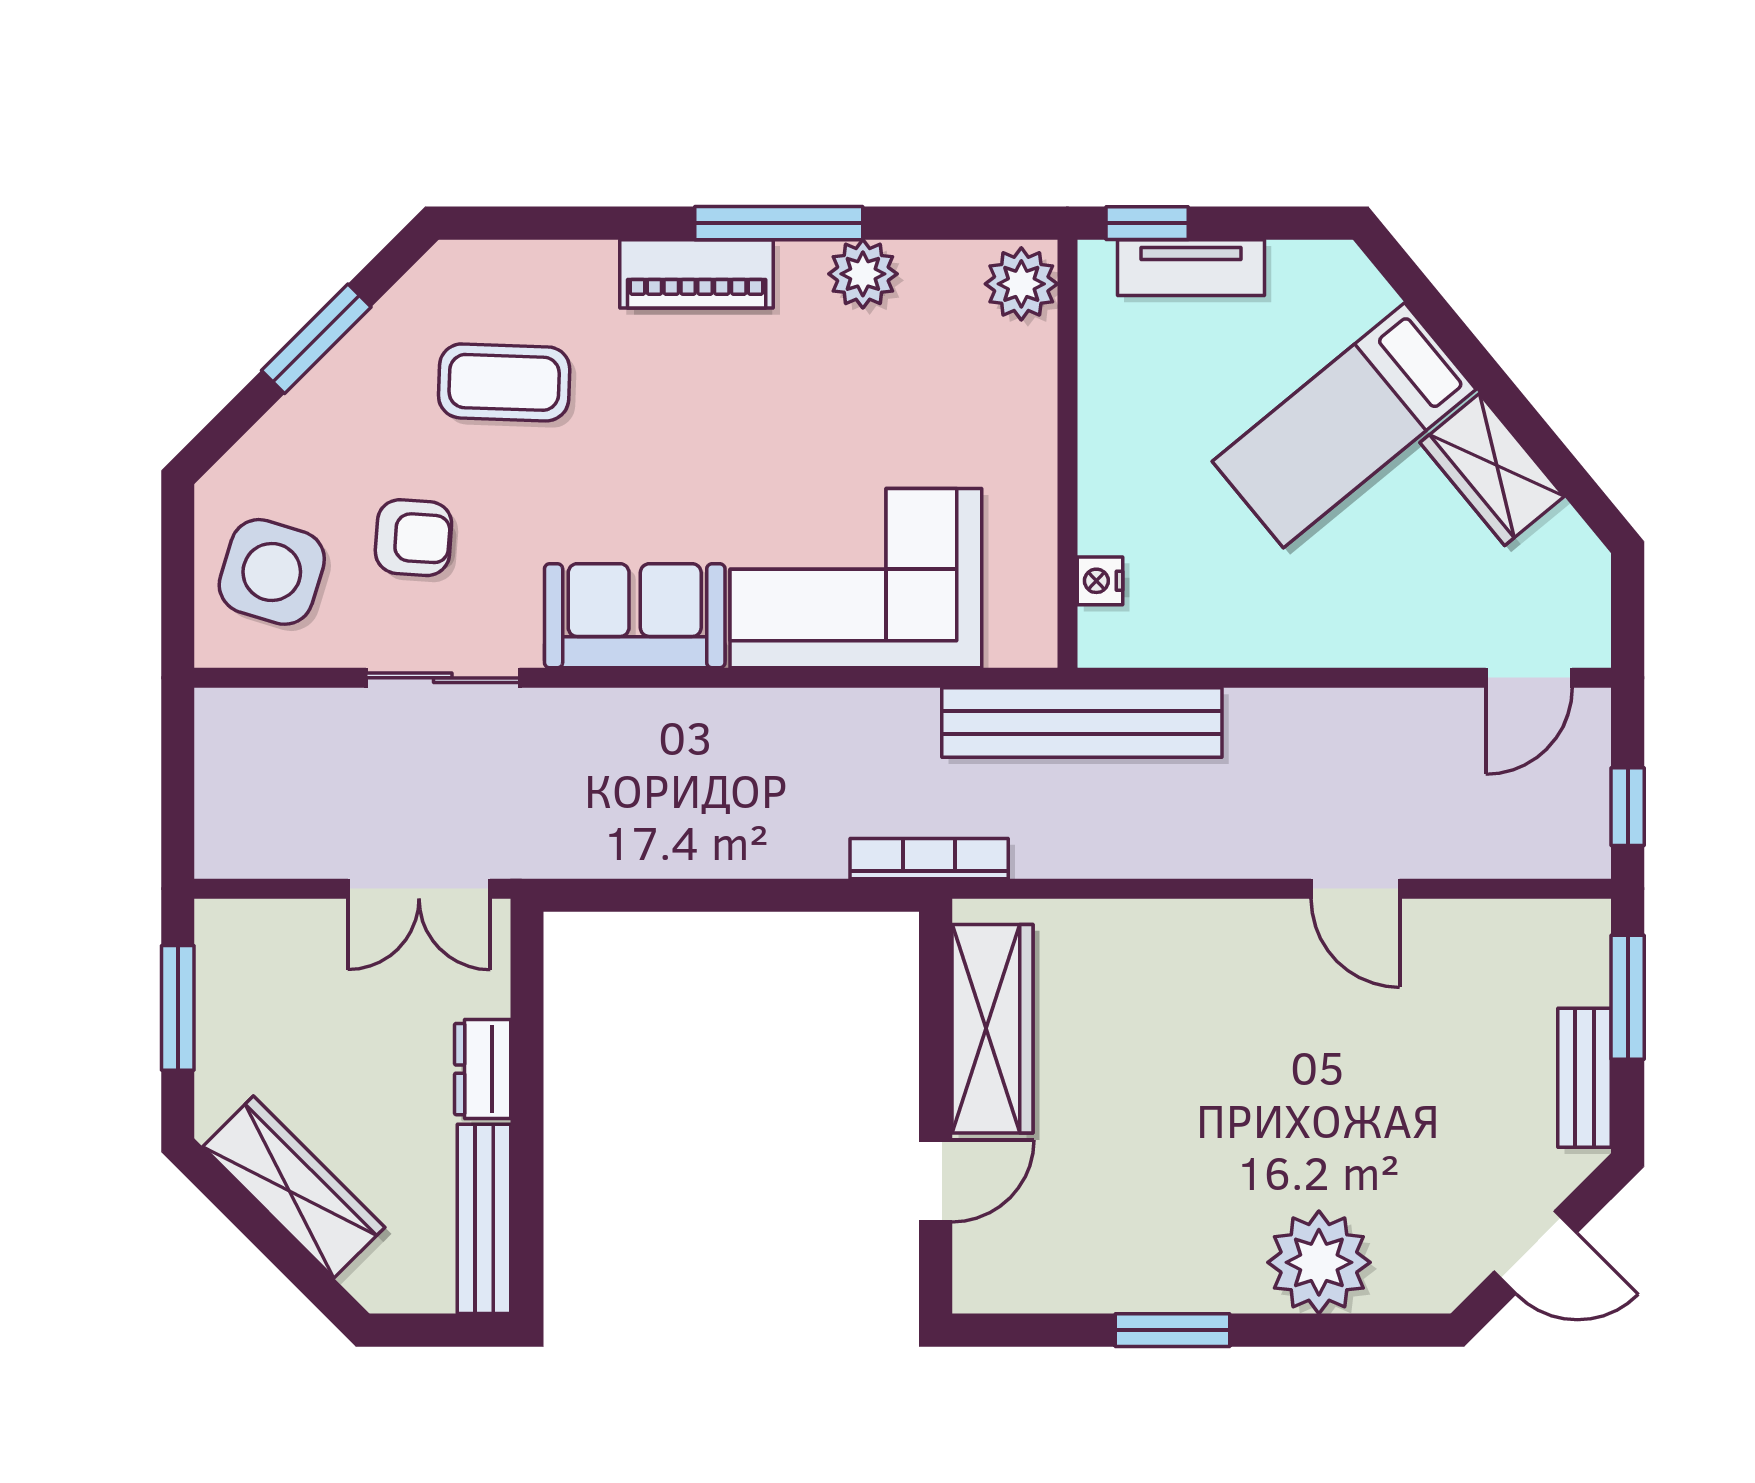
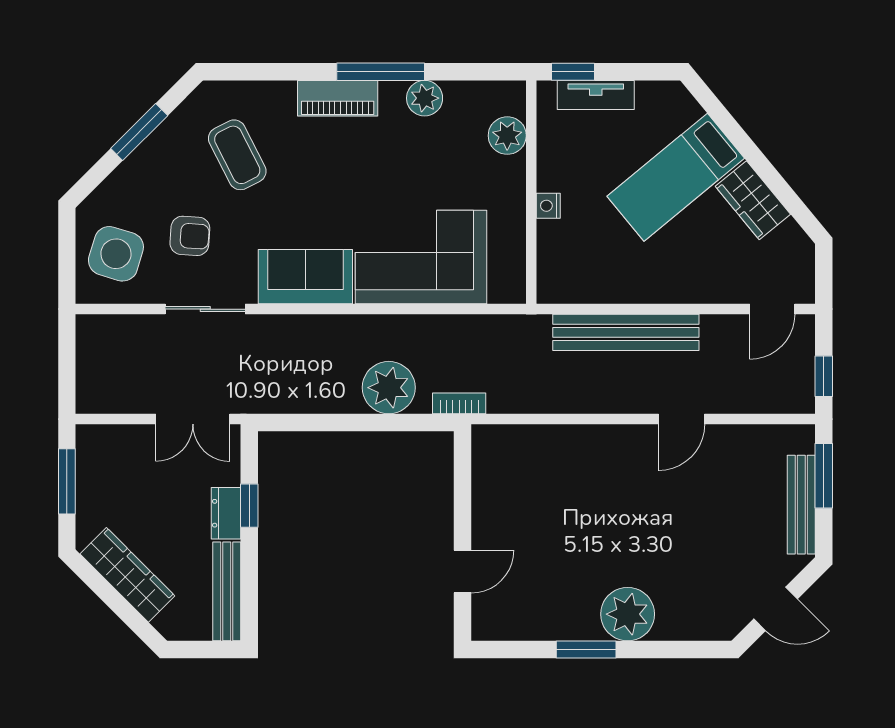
plant: (1021, 284) -> (507, 136), moved
coffee table: (504, 382) -> (237, 155), turned 61
nightstand: (1100, 581) -> (548, 206), moved
bench: (1082, 722) -> (626, 332), moved
plant: (794, 828) -> (389, 388), added
bookcase: (929, 859) -> (459, 403), width x0.64
door: (1355, 889) -> (682, 419), hinge flipped
wardrobe: (992, 1029) -> (492, 492), removed
window: (527, 1055) -> (249, 506), added
bench: (1585, 1078) -> (801, 505), width x1.36
plant: (1319, 1262) -> (628, 614), moved

